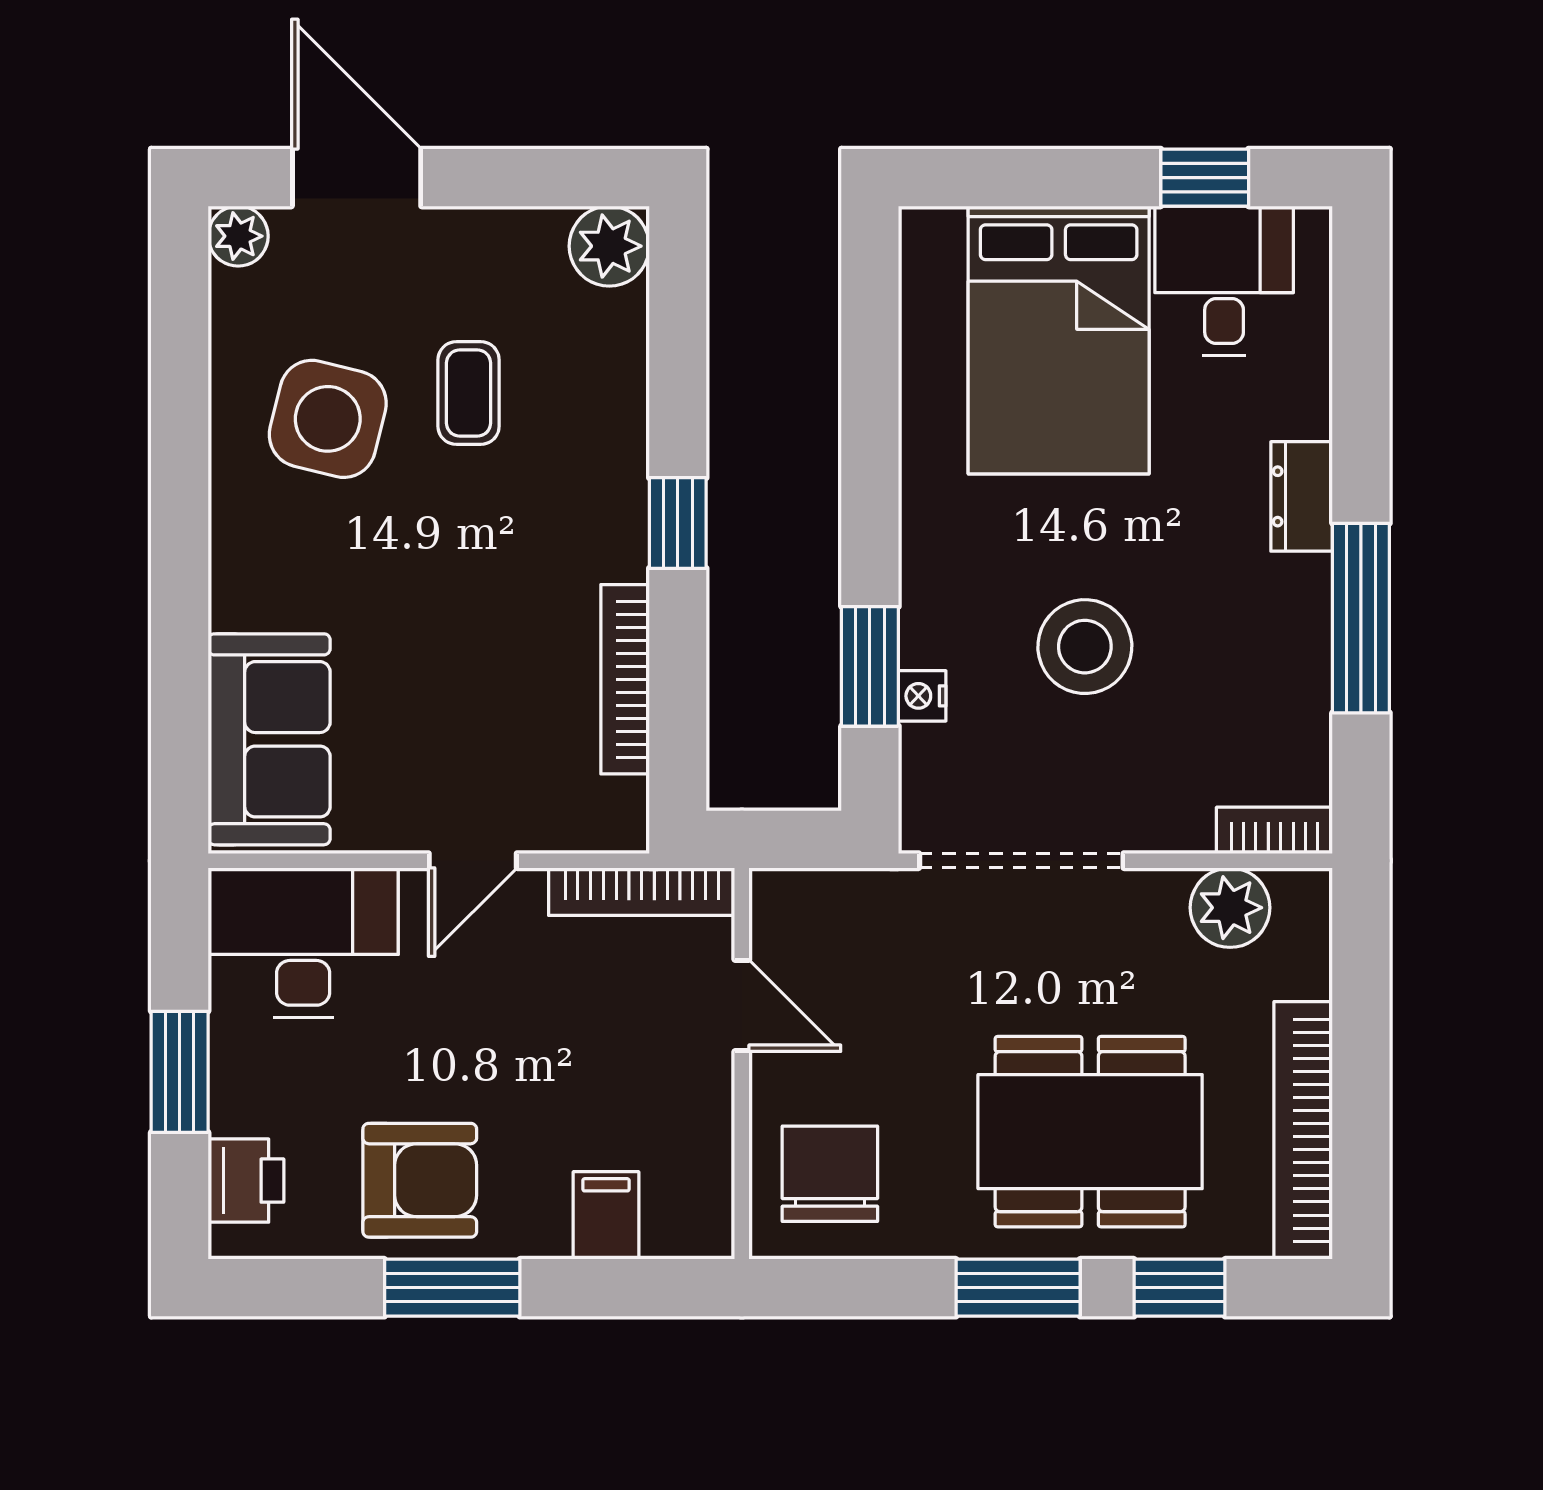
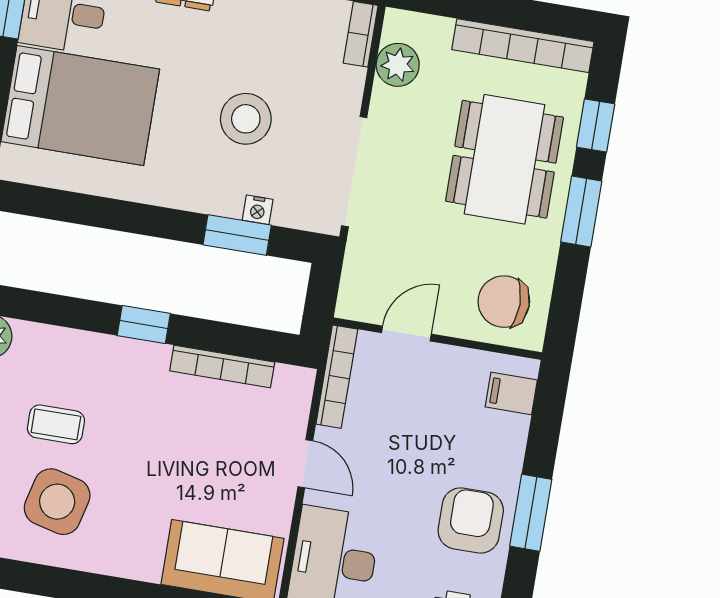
filing cabinet: (606, 1215) -> (511, 393), moved

